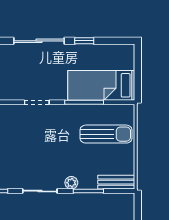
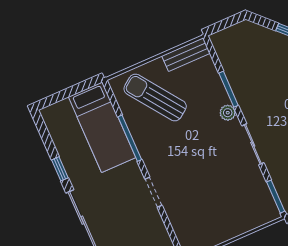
sun lounger: (106, 134) -> (155, 98), turned -36
bench: (116, 182) -> (186, 55), moved, turned 90

